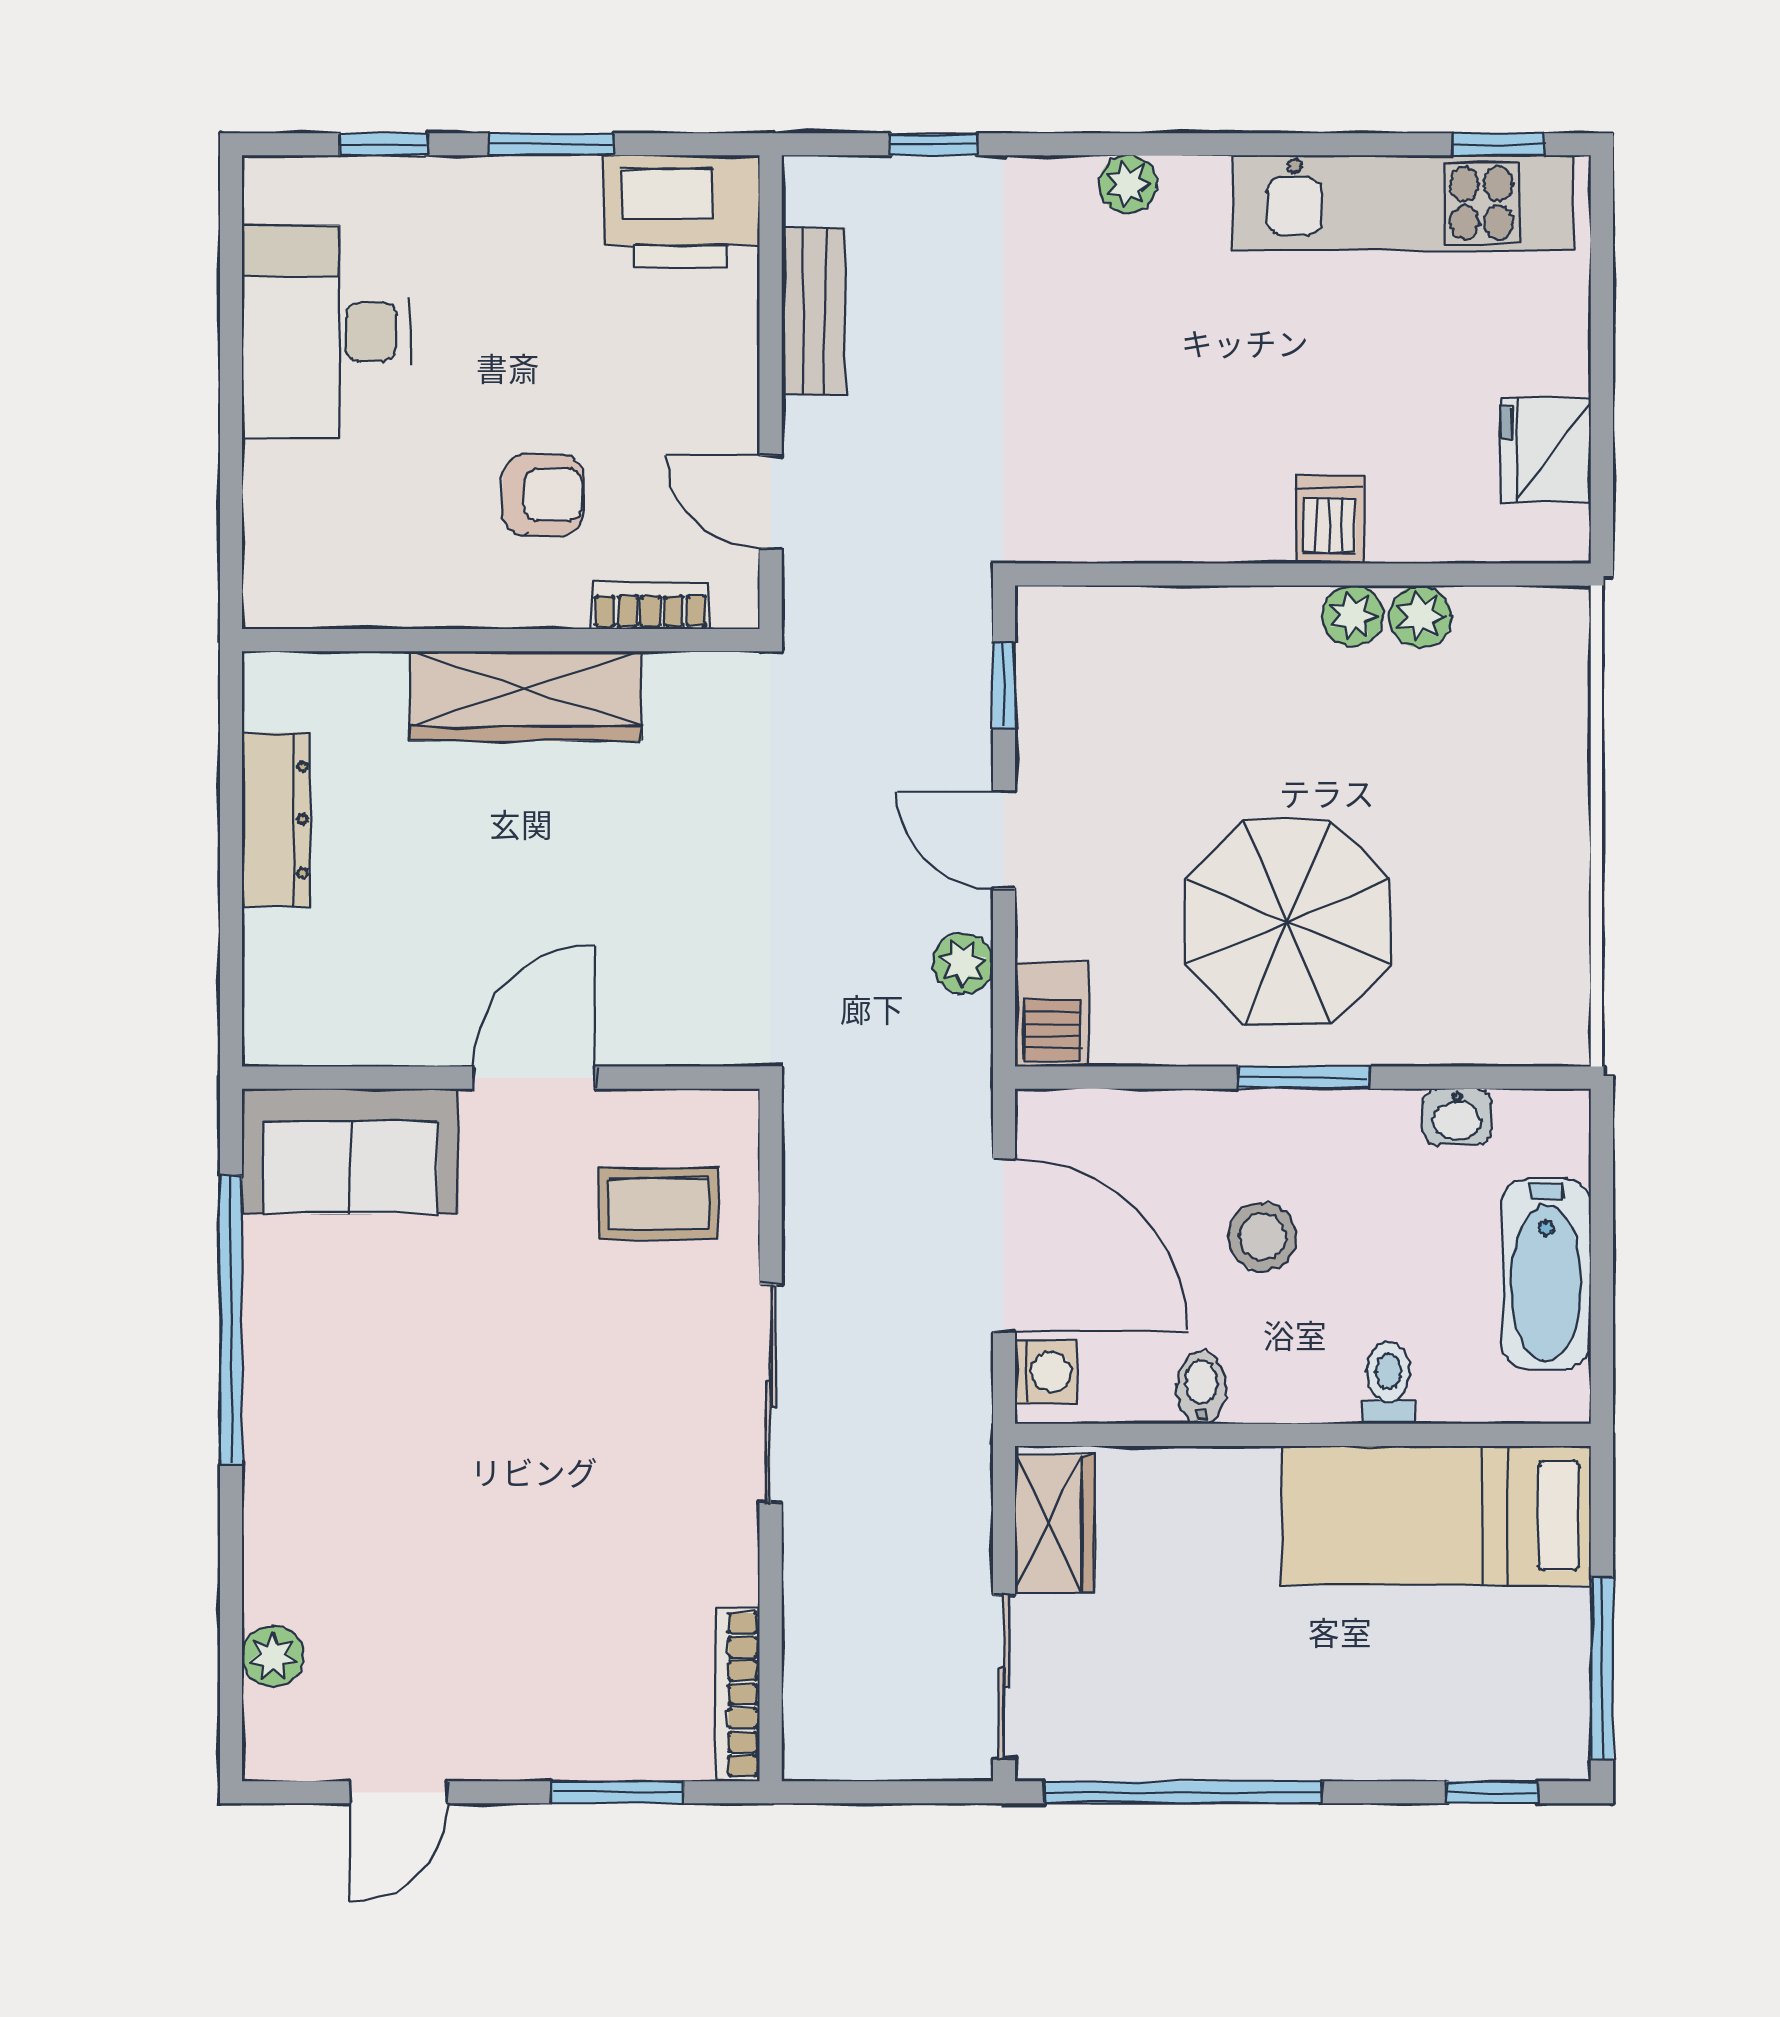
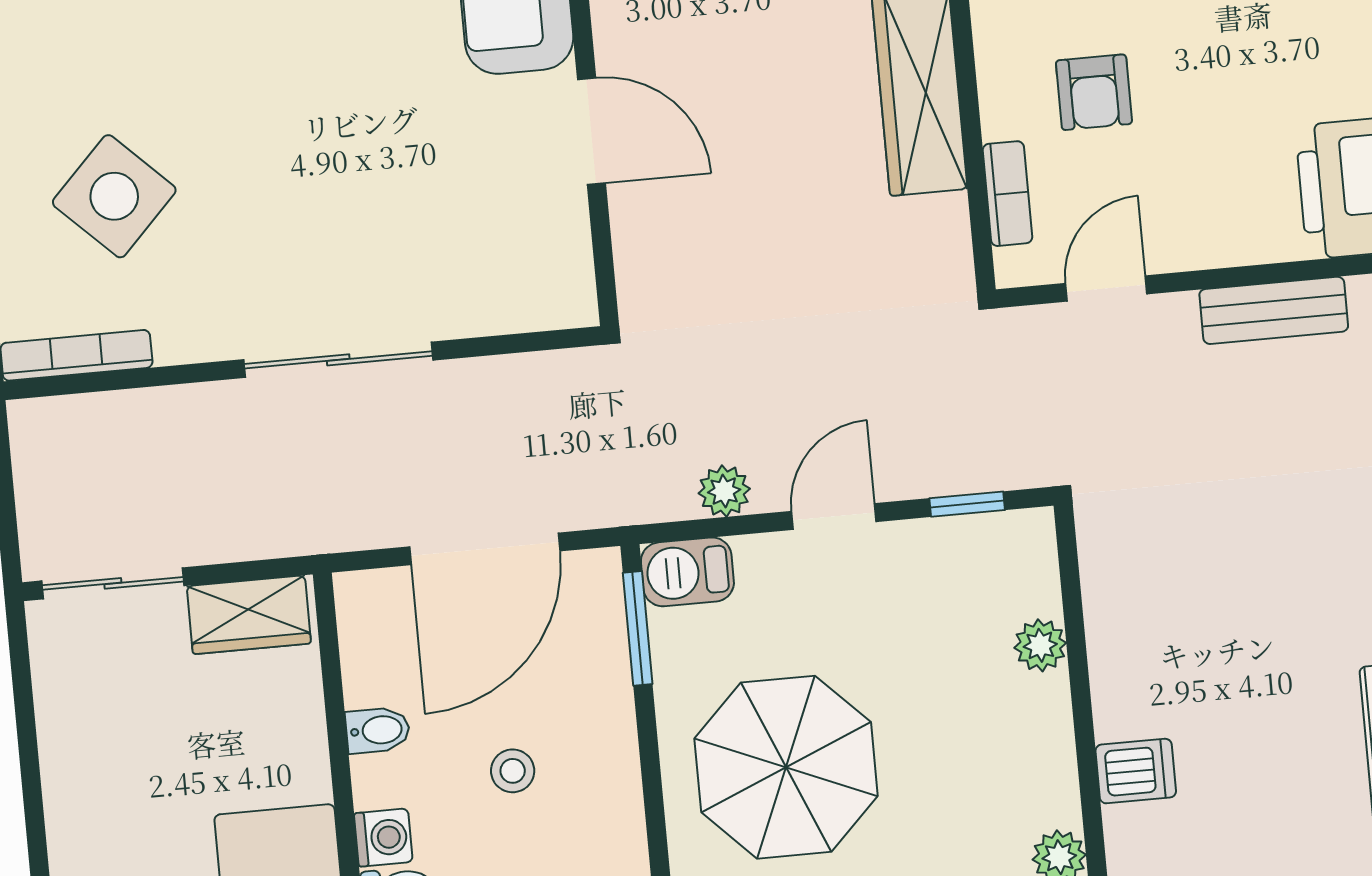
plant: (1353, 616) -> (1040, 645), moved
window: (1304, 1078) -> (638, 628), moved
coffee table: (658, 1204) -> (493, 248), removed
stool: (1263, 1237) -> (513, 771), width x0.73, depth x0.73
washing machine: (1046, 1372) -> (383, 838), moved, turned -90
side table: (558, 1634) -> (114, 196), added
window: (1183, 1792) -> (28, 747), removed

